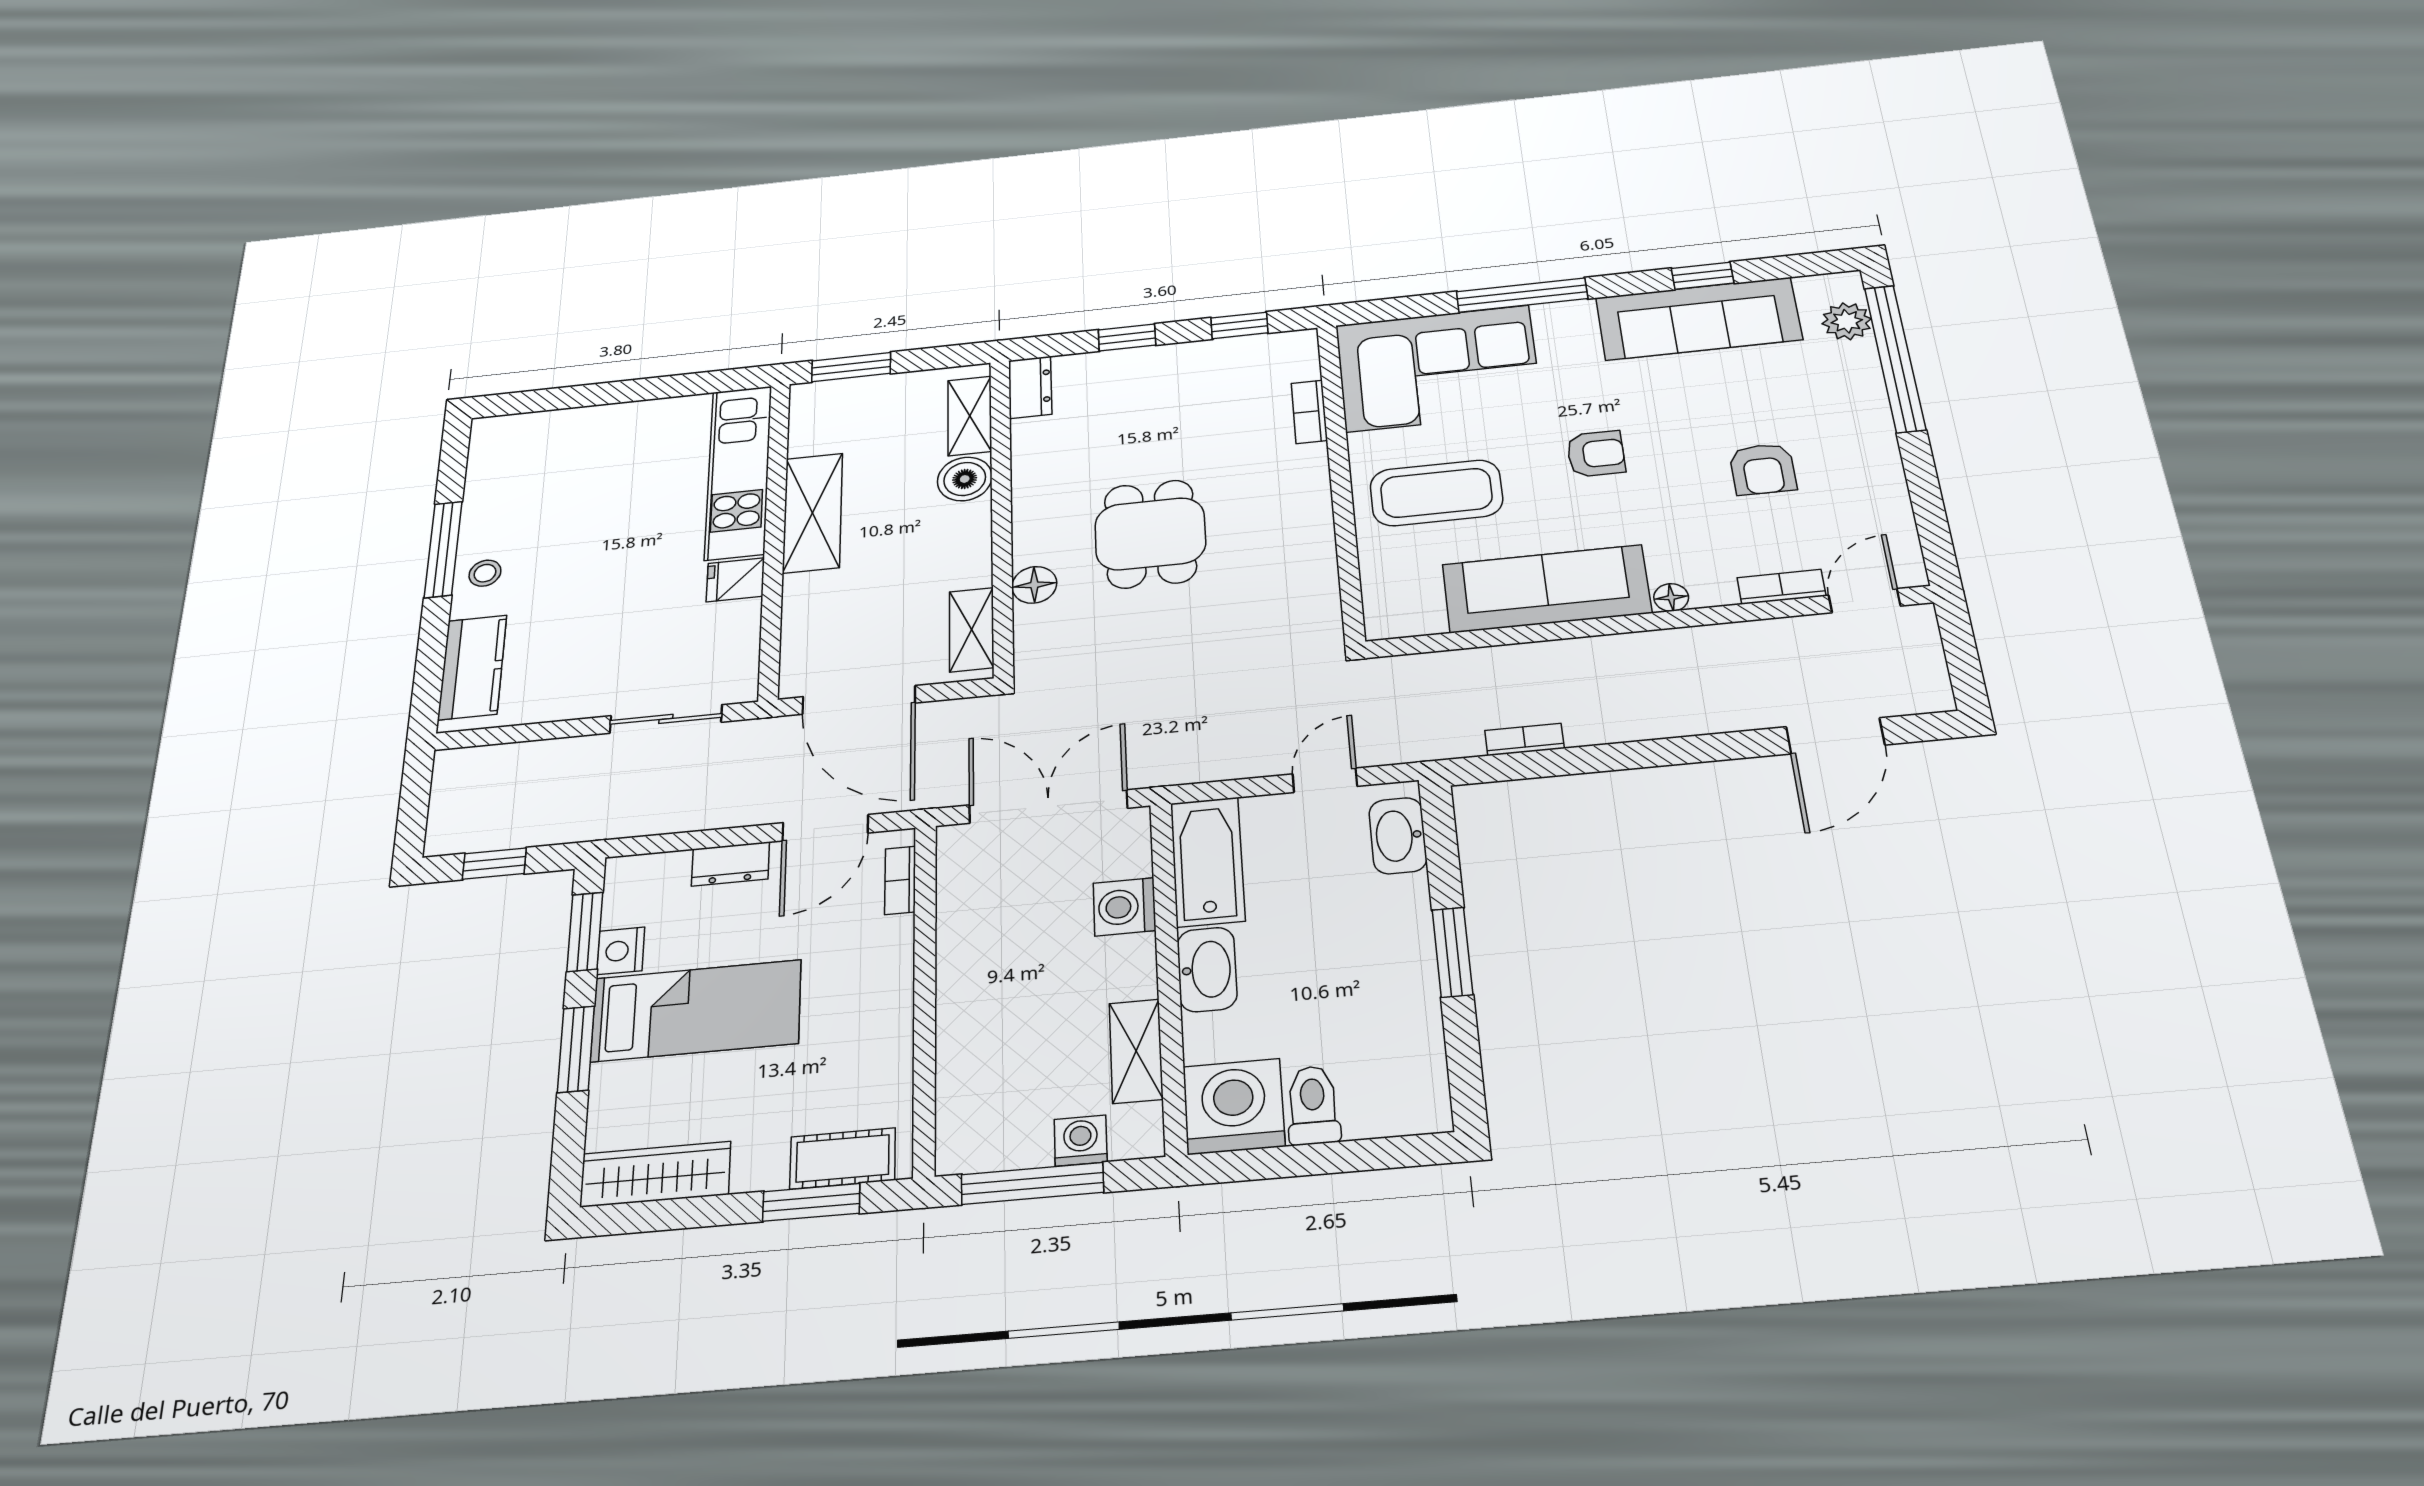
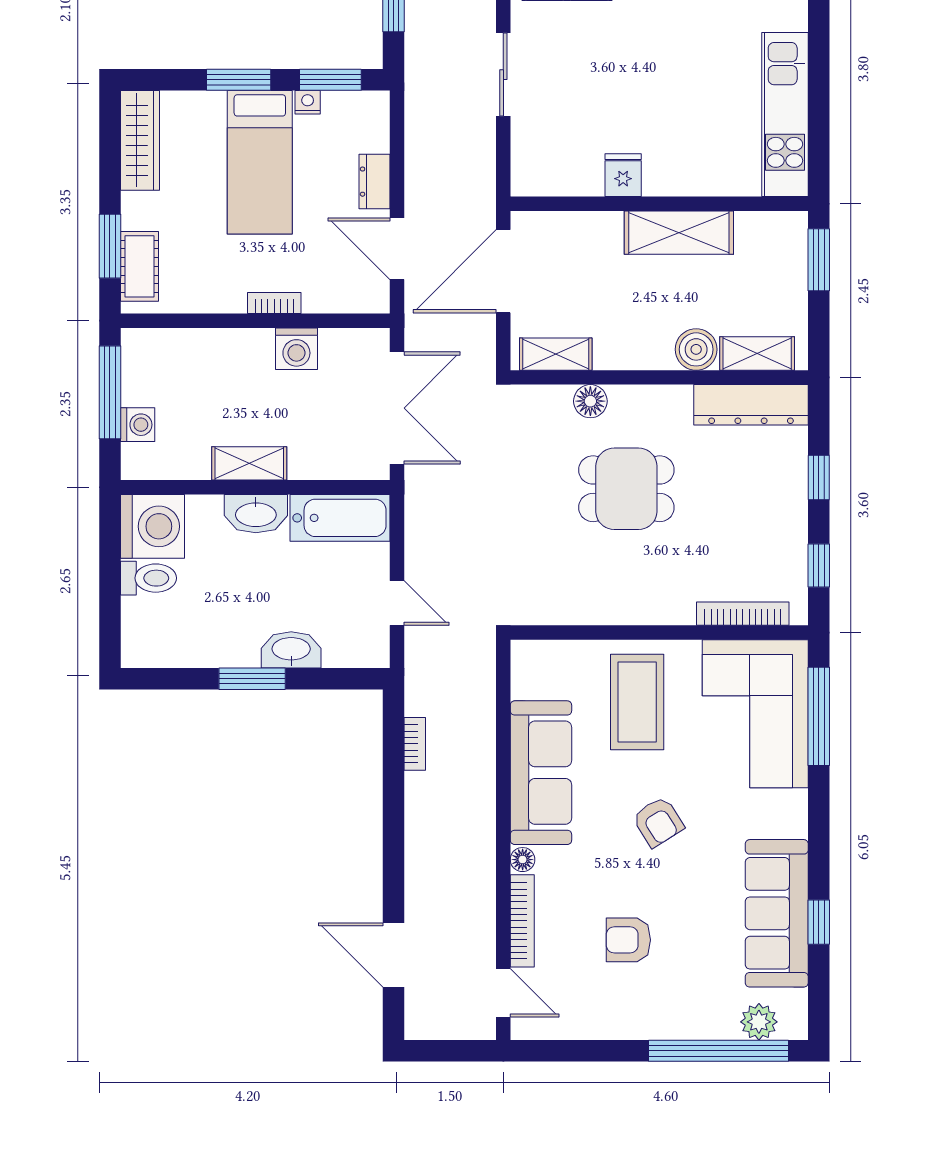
window: (1522, 295) -> (819, 716), moved
dresser: (1030, 387) -> (751, 405), width x1.96, depth x1.24
bookcase: (1309, 412) -> (743, 614), width x1.56
armchair: (1596, 454) -> (658, 822), turned -32
kitchen unit: (738, 472) -> (785, 115), moved, turned -90
bookcase: (1781, 587) -> (522, 921), width x1.56
sliding door: (666, 719) -> (503, 75), moved
washbasin: (1398, 836) -> (291, 650), moved
bookcase: (900, 880) -> (274, 303), moved
washing machine: (1124, 907) -> (296, 349), moved, turned 180
nightstand: (621, 951) -> (308, 102), width x0.72, depth x0.74
shelving: (1136, 1051) -> (249, 463), moved

